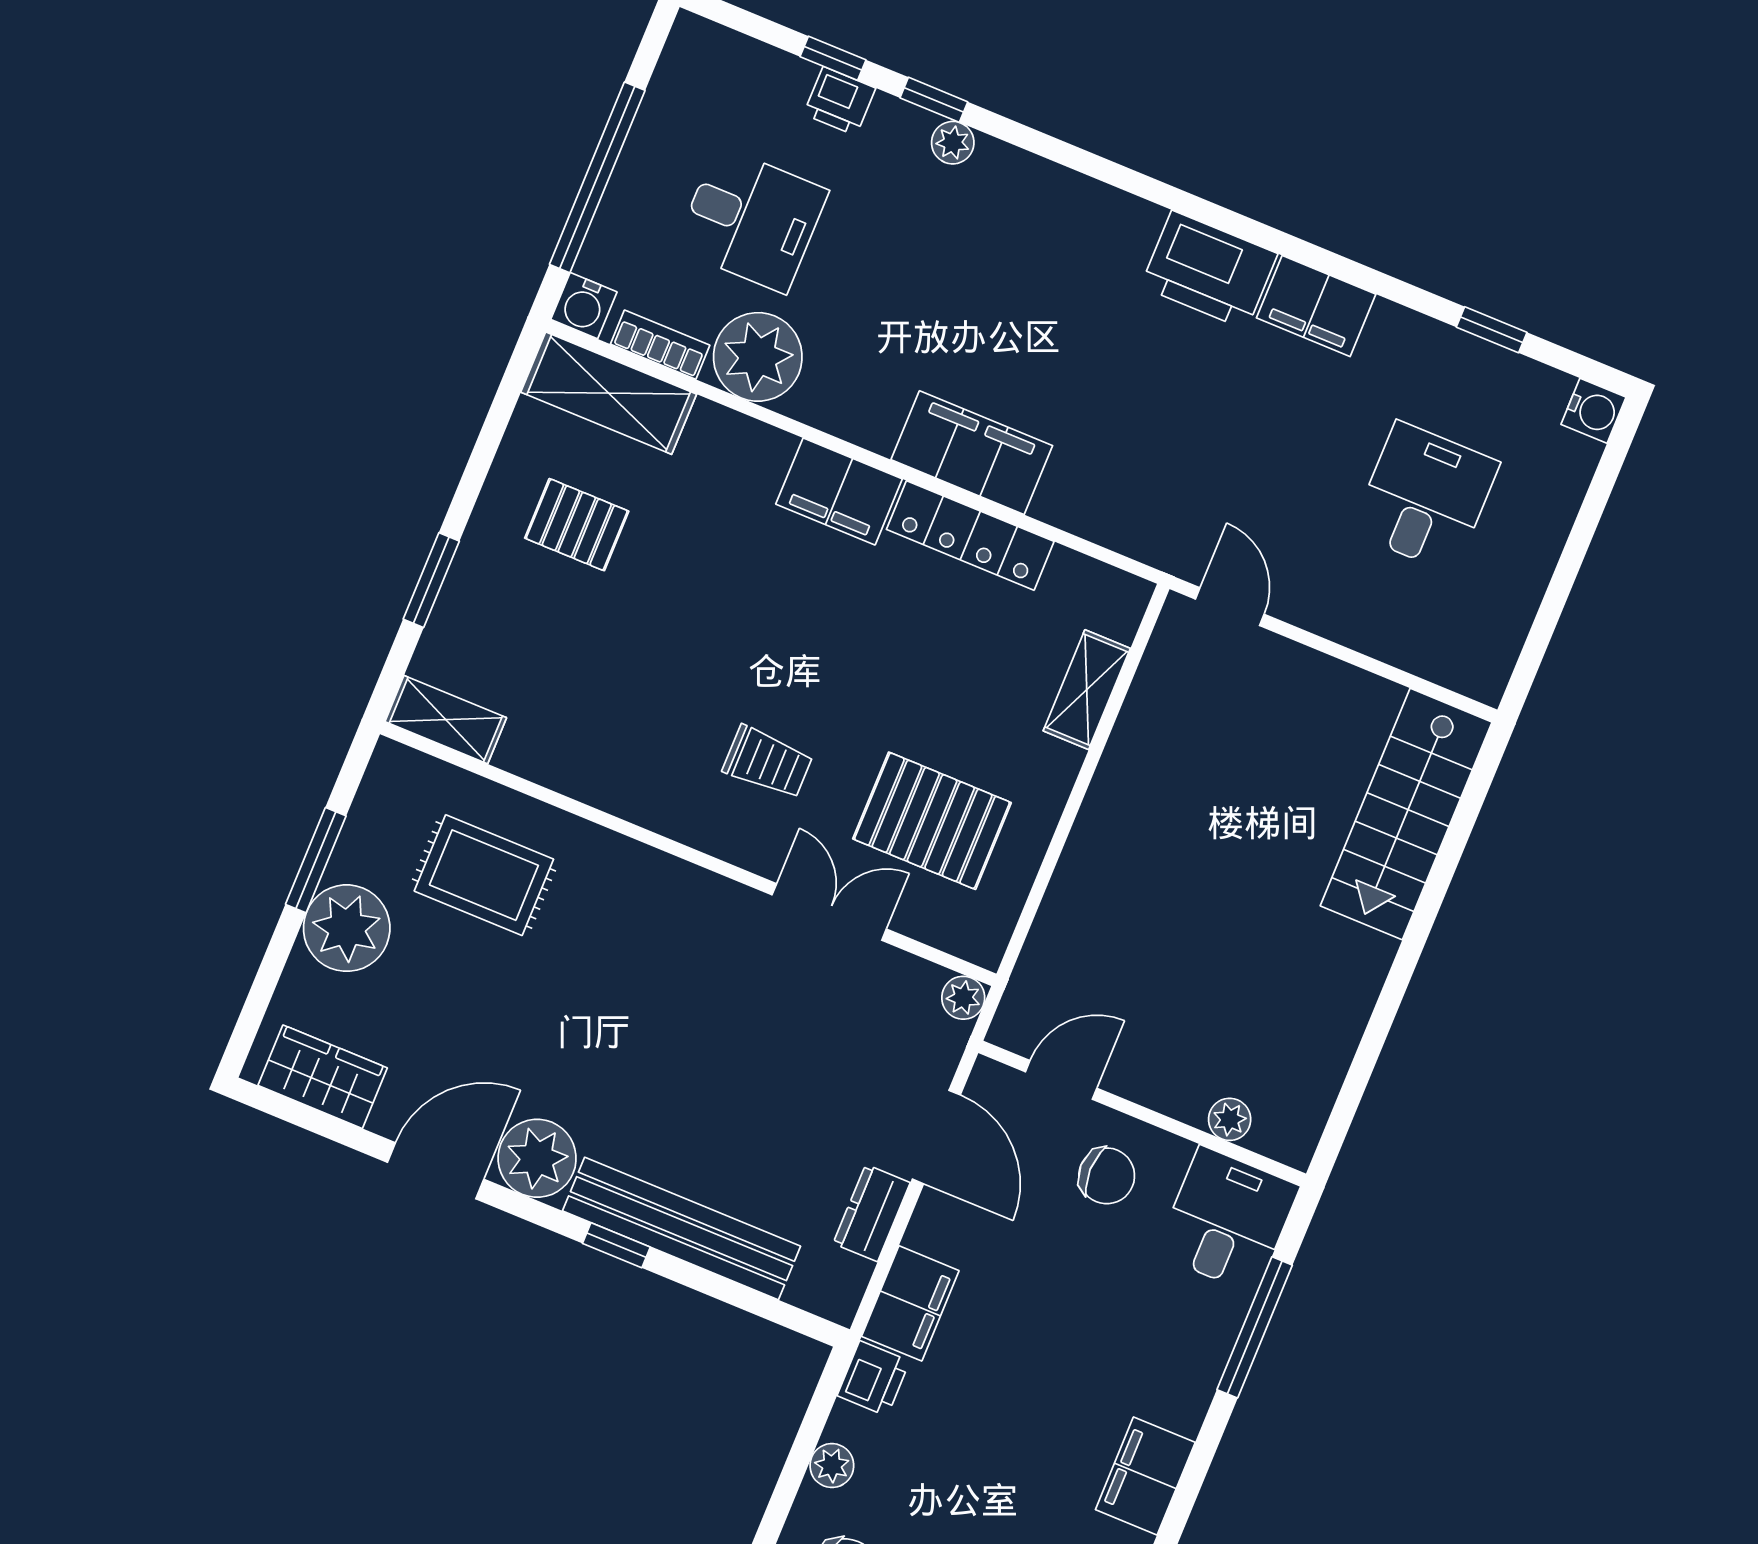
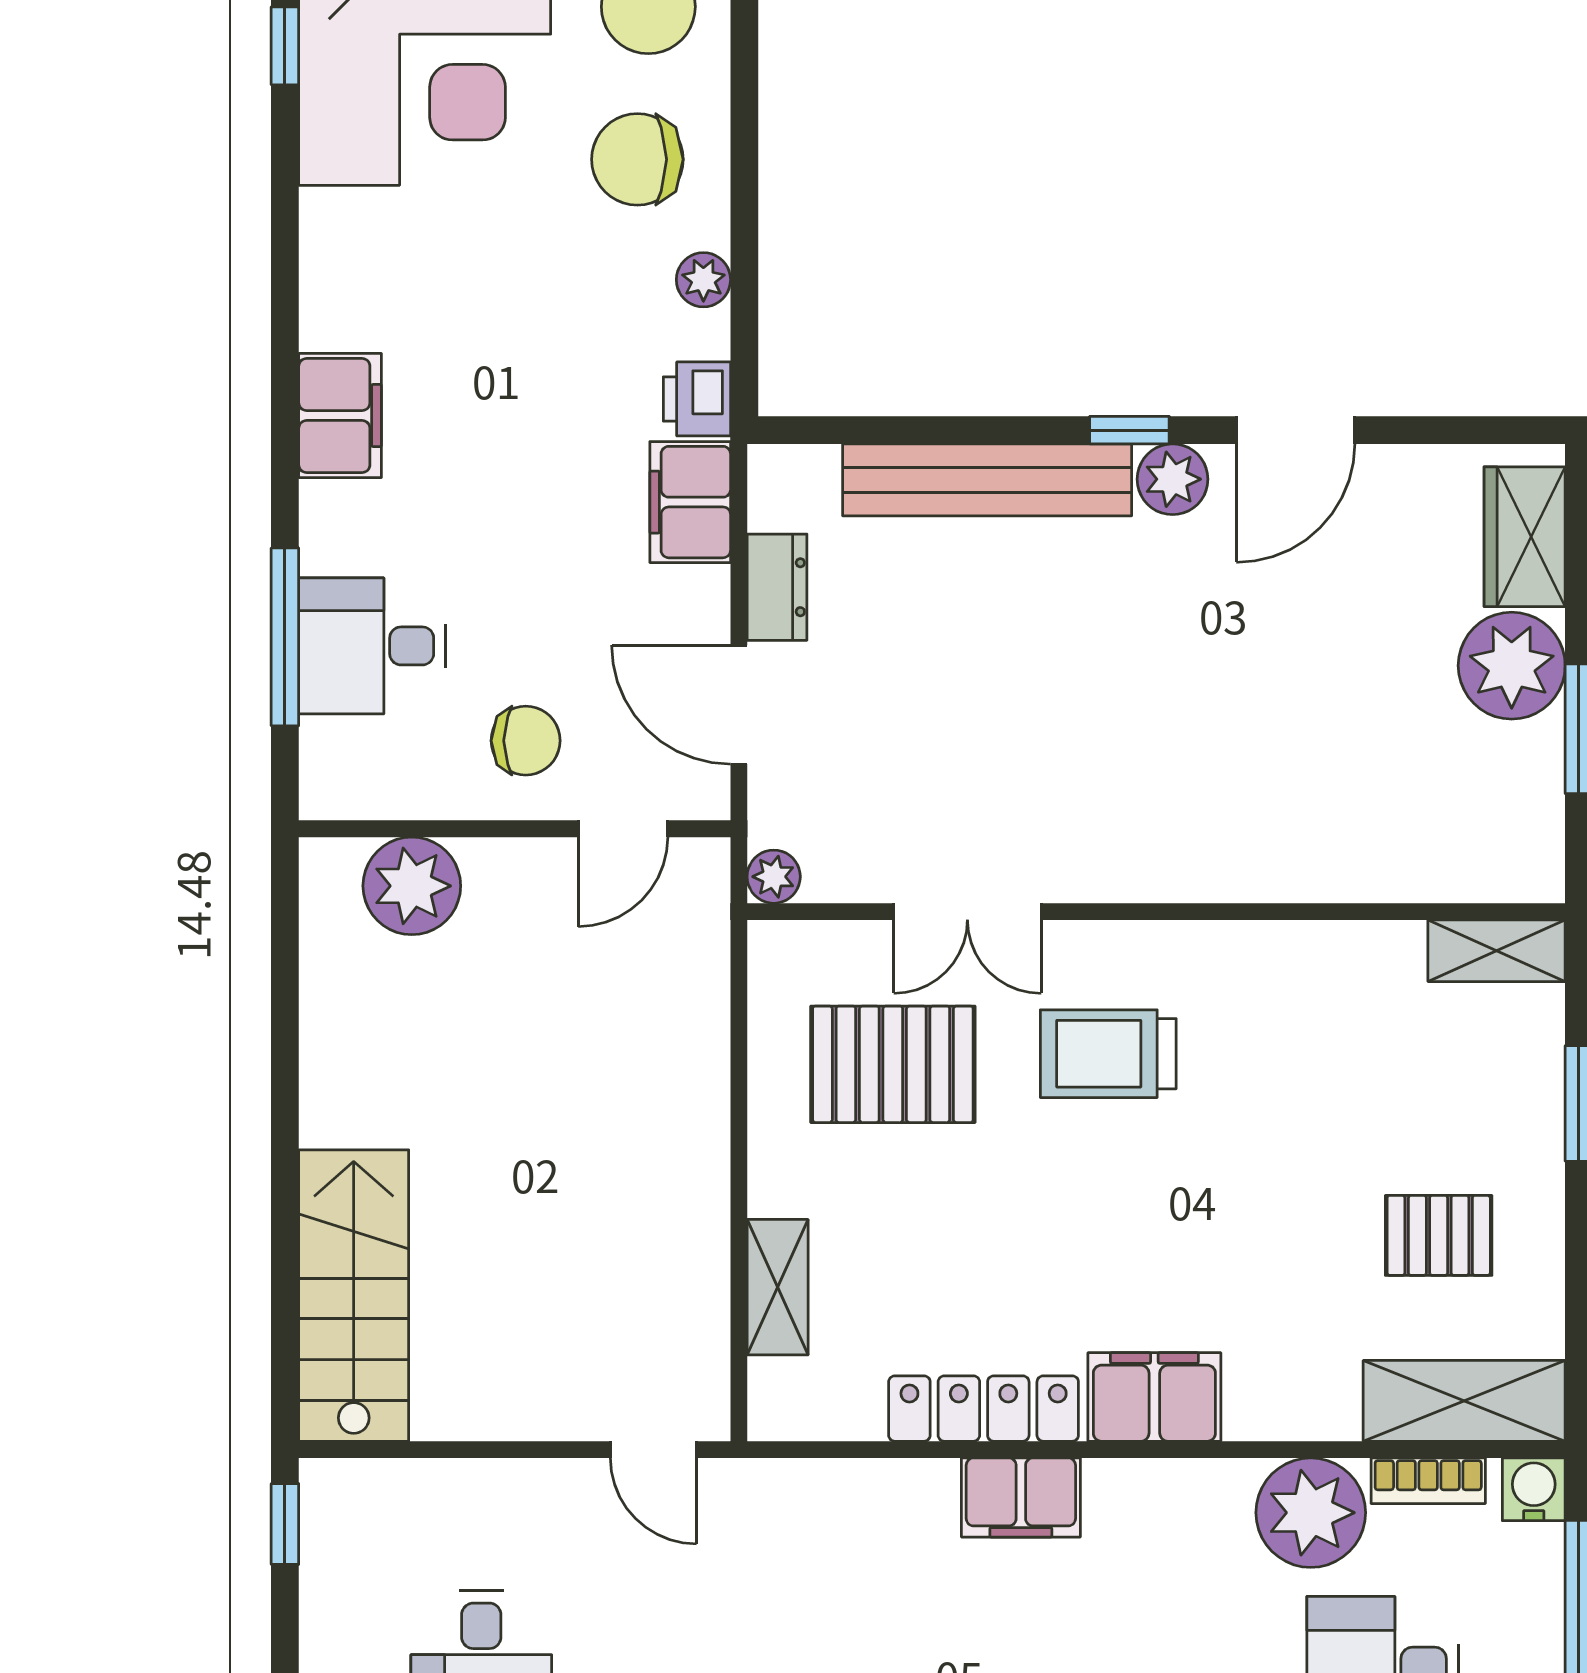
filing cabinet: (972, 453) -> (1021, 1497), width x0.67, depth x0.86
window: (1528, 664) -> (285, 1524), added
trolley: (768, 762) -> (1108, 1054), width x1.36, depth x1.39
rug: (484, 875) -> (1380, 791), removed
wardrobe: (323, 1077) -> (1525, 537), moved, turned 90
plant: (1230, 1119) -> (412, 886), width x1.87, depth x1.87
plant: (537, 1158) -> (1173, 479), width x0.73, depth x0.73
chair: (1107, 1176) -> (526, 741), turned 180
desk: (1228, 1220) -> (372, 646), moved, turned 90
window: (616, 1245) -> (1129, 430), moved

